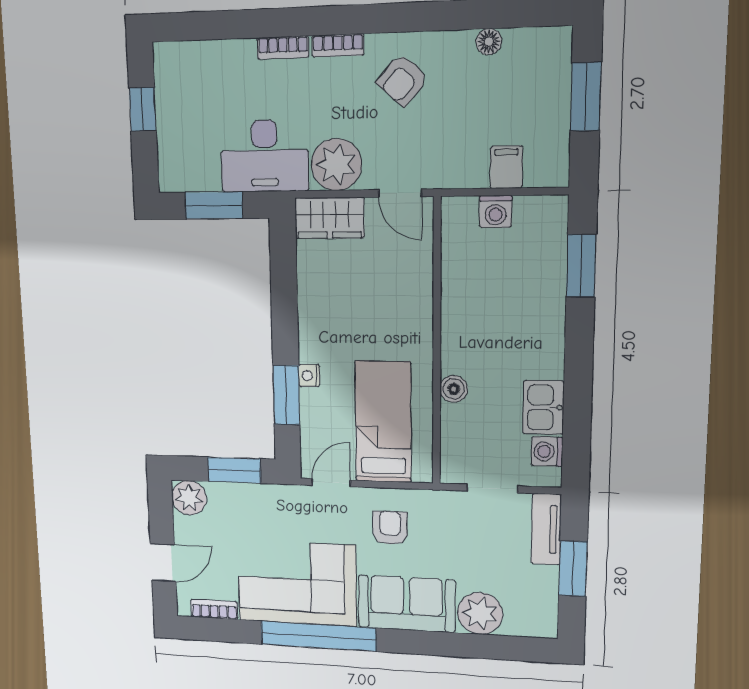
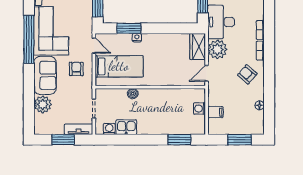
armchair: (390, 528) -> (76, 69), turned -90

